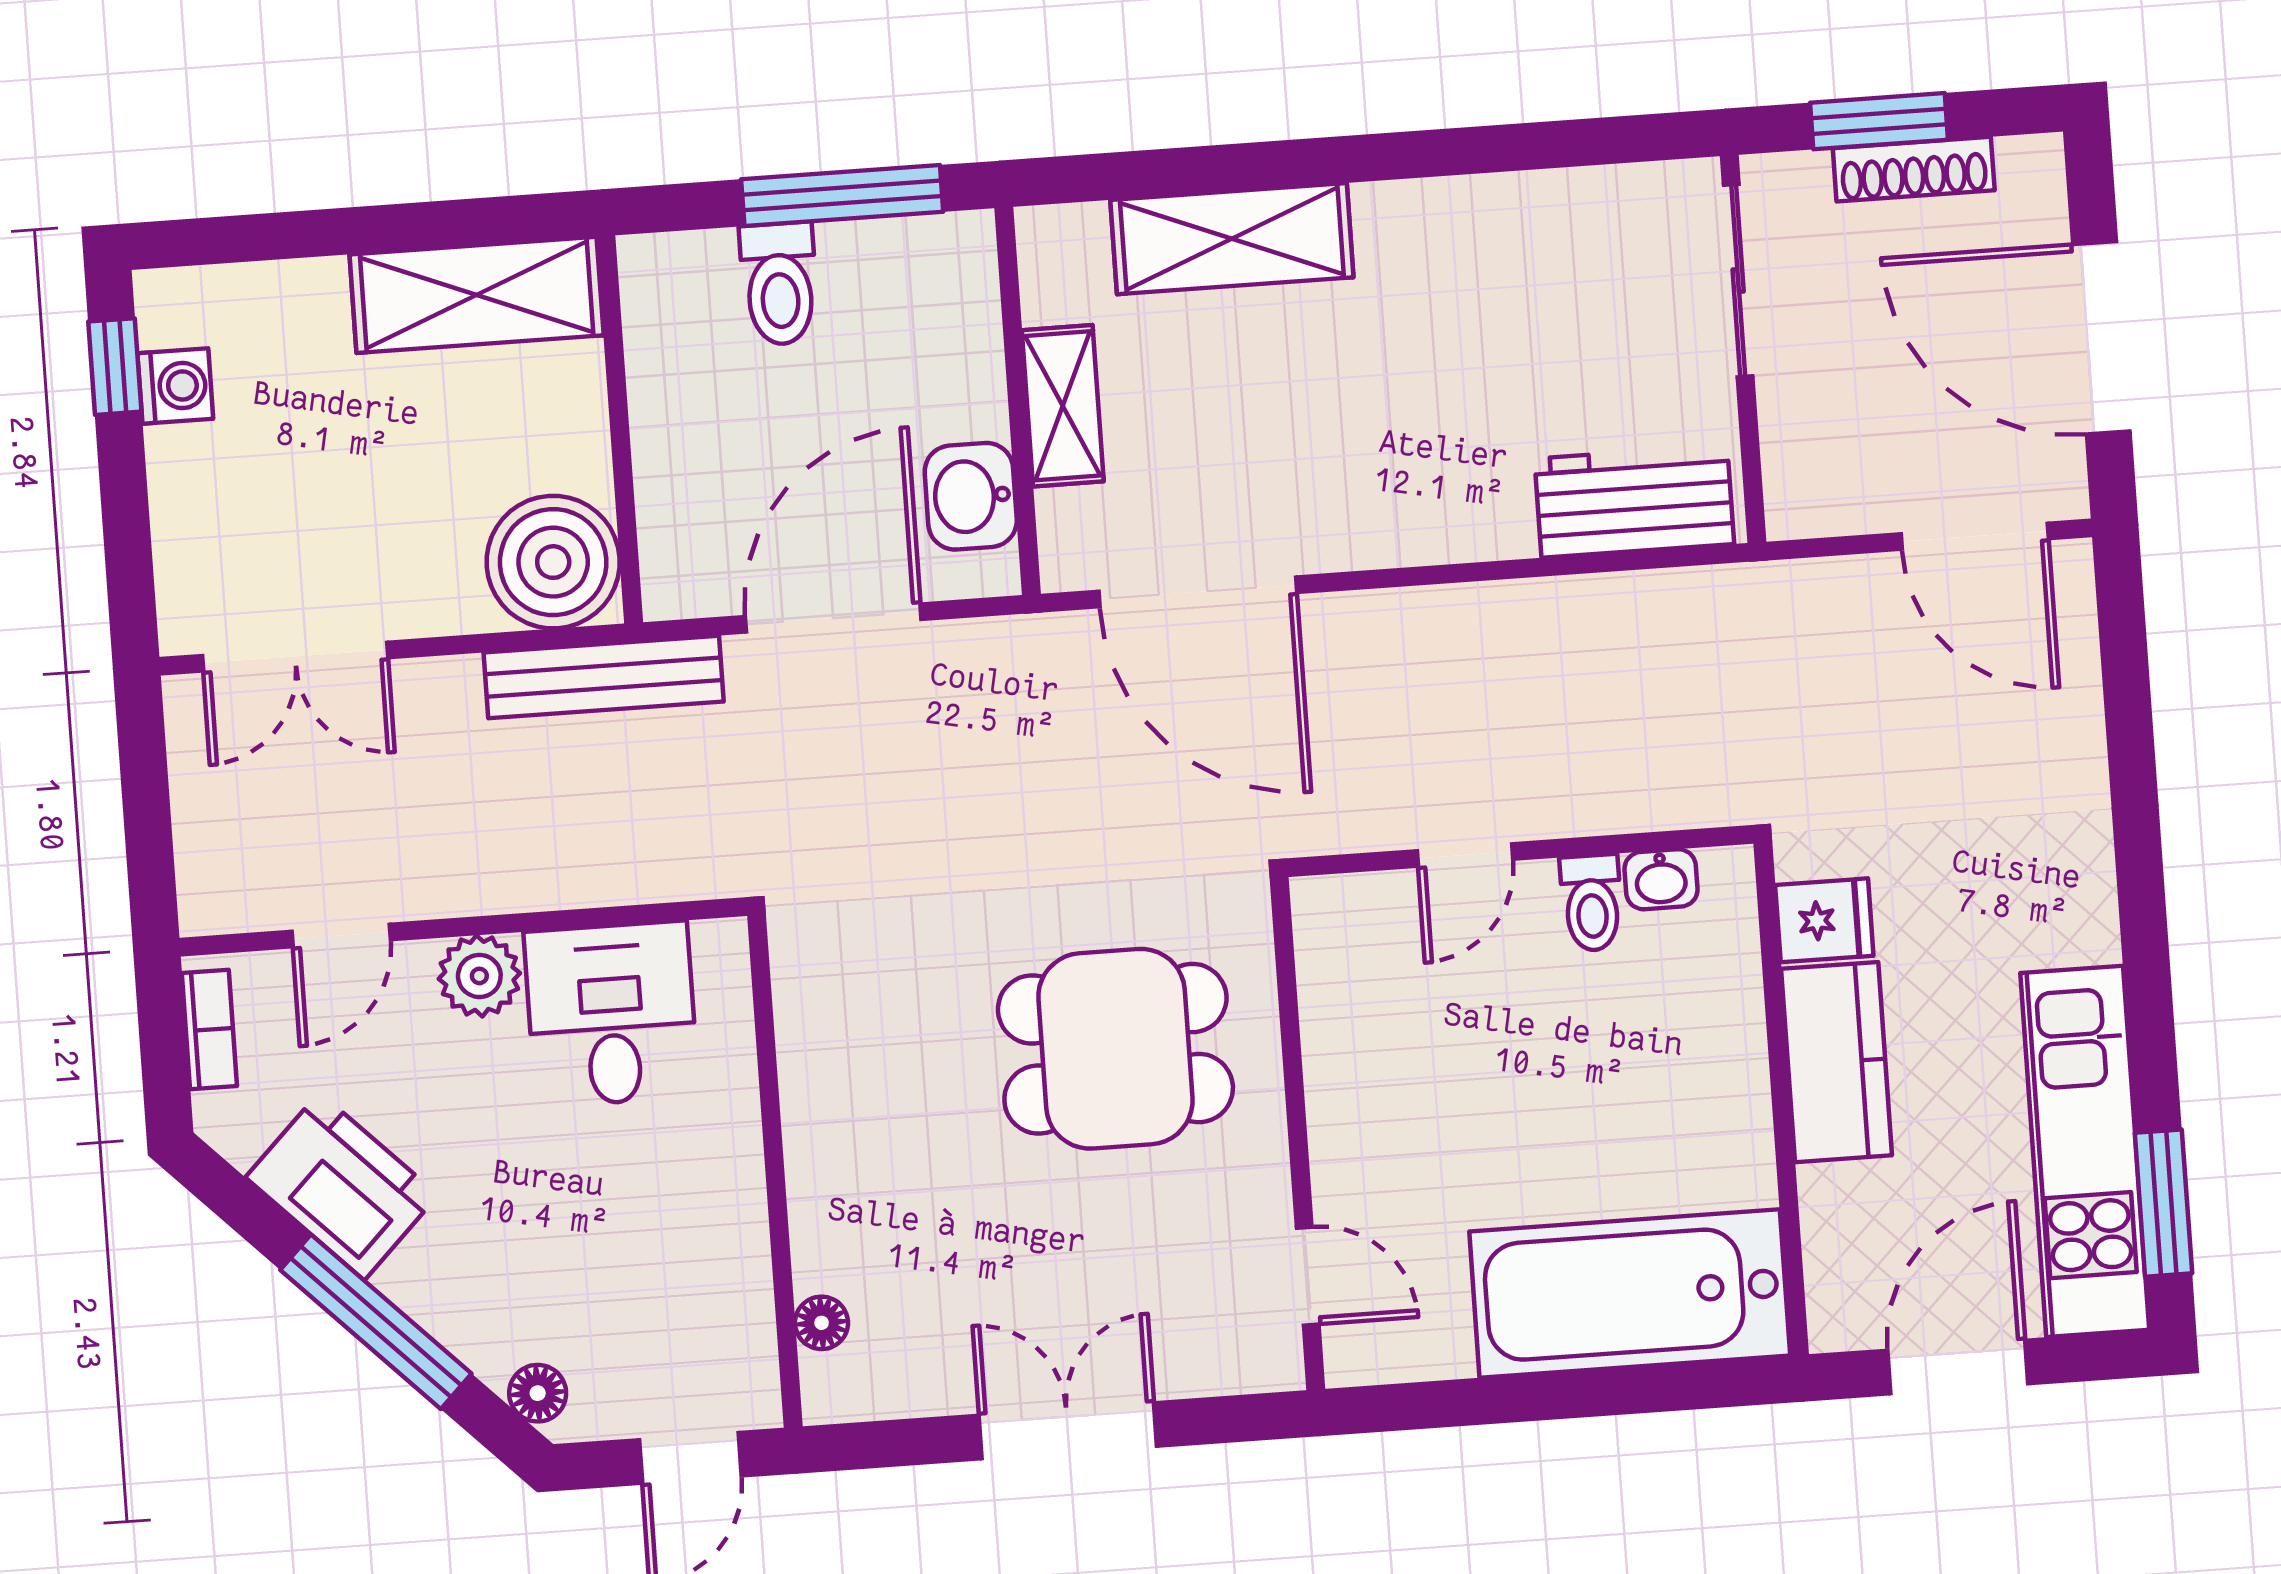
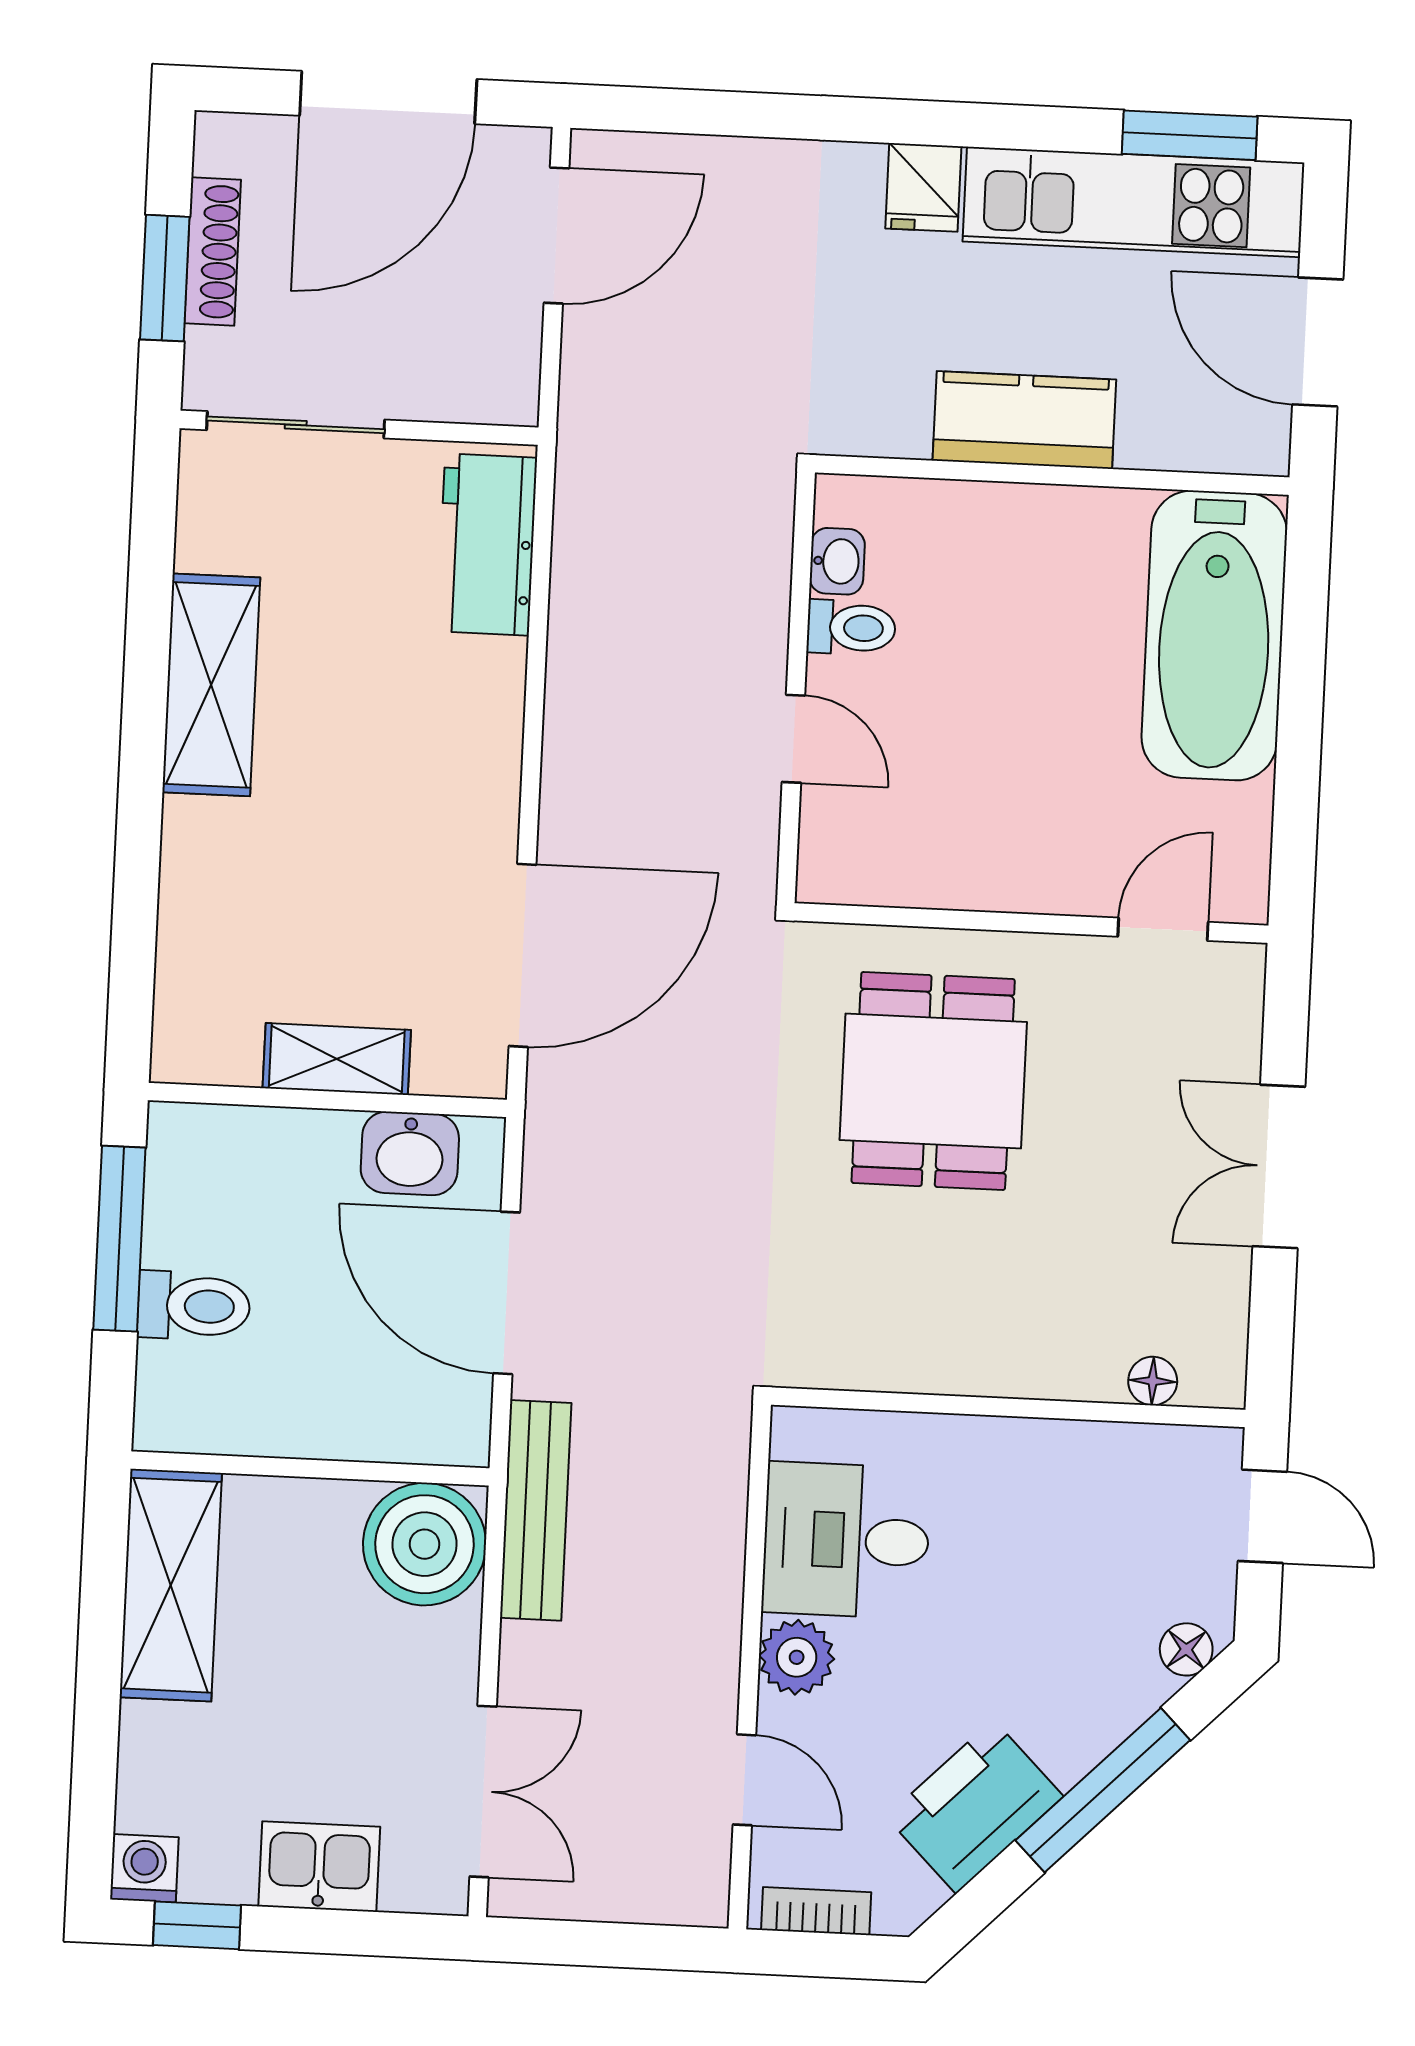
shelving: (1232, 239) -> (211, 685), moved
washing machine: (175, 386) -> (144, 1868), moved
kitchen sink: (194, 490) -> (319, 1867), added
fridge: (1824, 920) -> (923, 187), moved, turned 180

